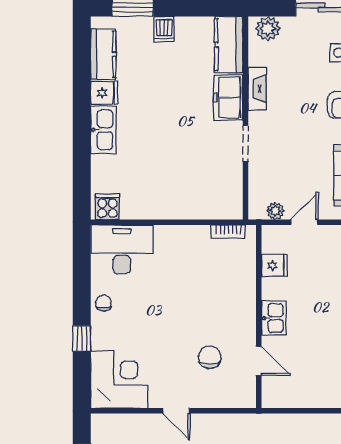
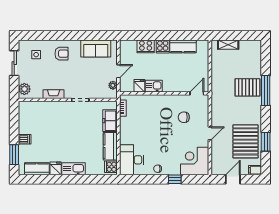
kitchen counter: (229, 45) -> (110, 146), moved, turned 90
freezer: (228, 97) -> (110, 121), moved, turned 90
door: (304, 222) -> (118, 71), swing flipped
kitchen sink: (274, 318) -> (154, 86), moved
door: (259, 361) -> (197, 93), moved

